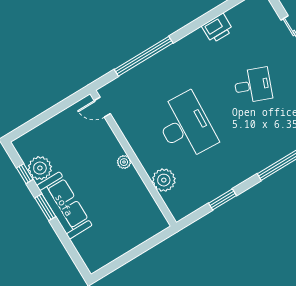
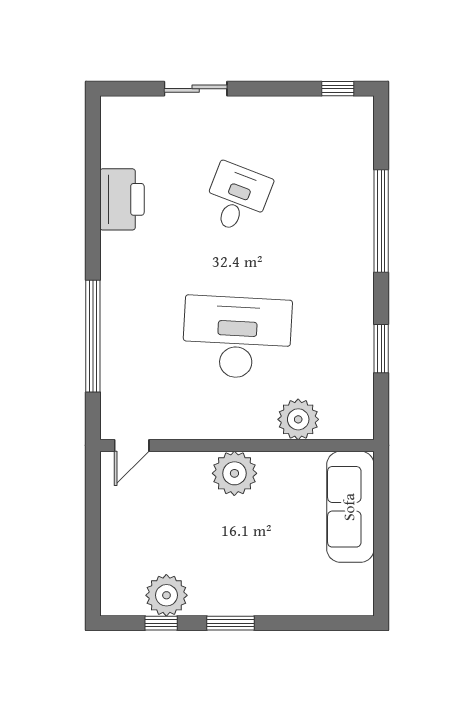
printer: (217, 28) -> (122, 199), width x1.37, depth x1.19
plant: (124, 162) -> (234, 473), width x1.87, depth x1.87
sofa: (64, 205) -> (350, 507), moved, turned -90

